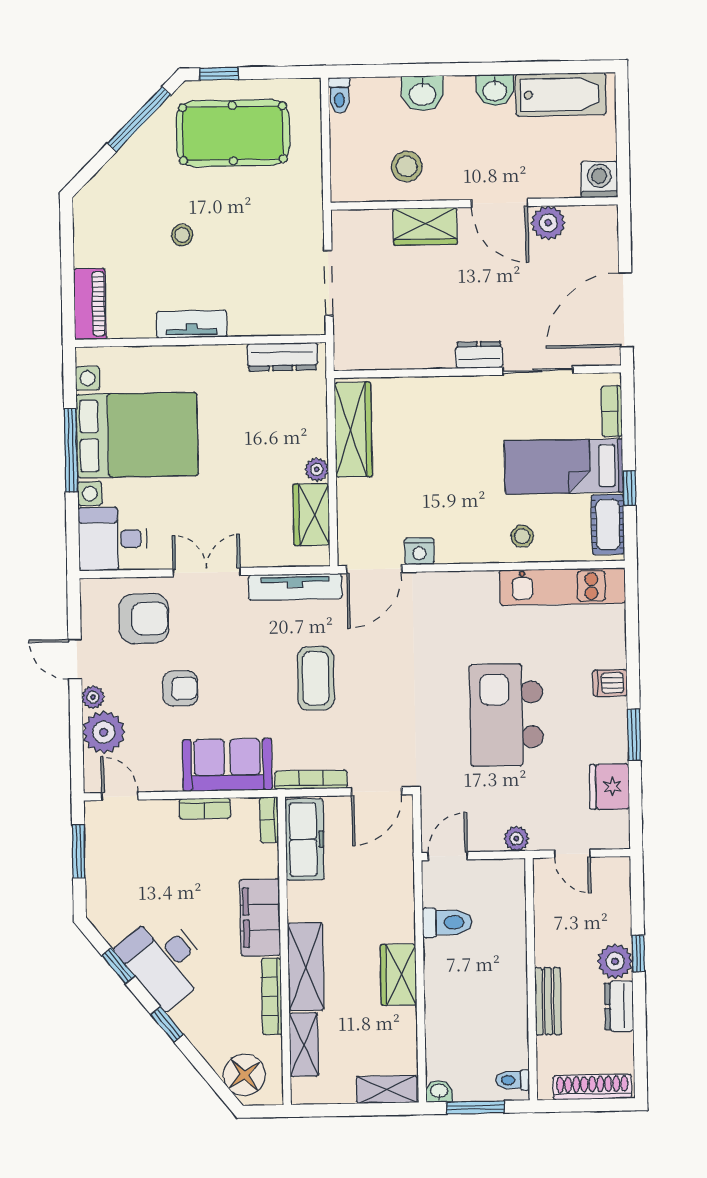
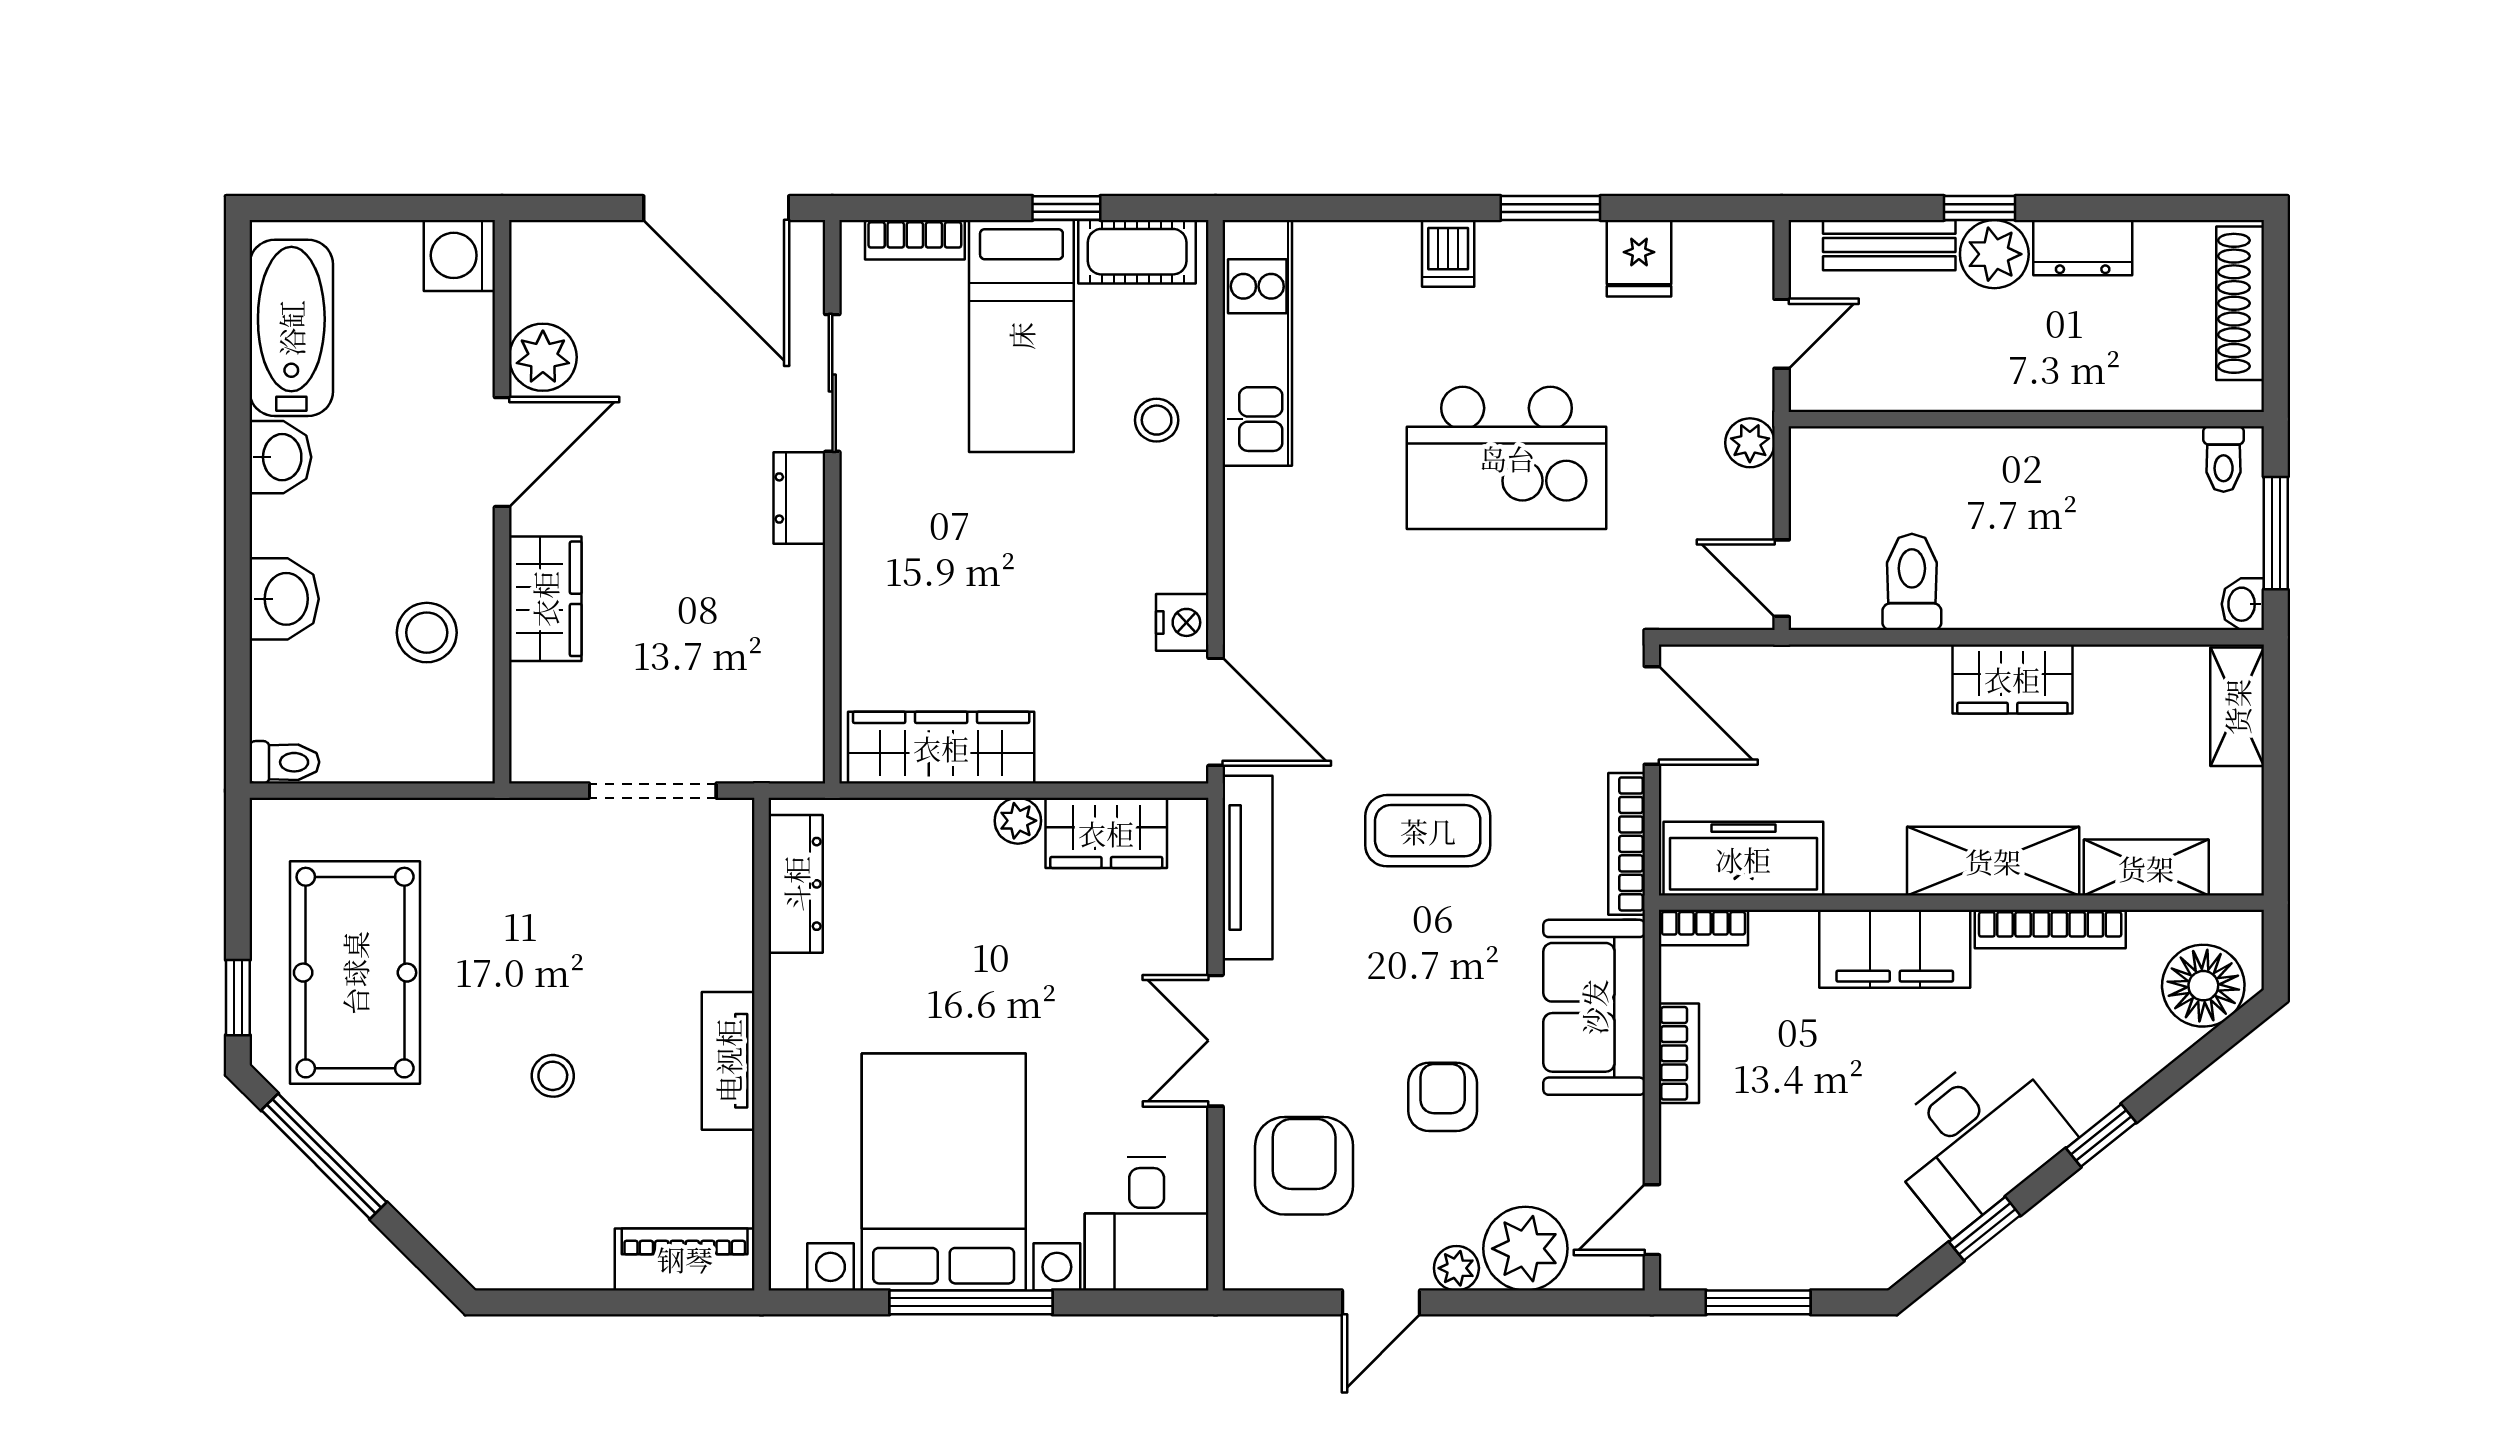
fridge: (609, 787) -> (1639, 258), width x0.72
bench: (548, 1001) -> (1889, 245), moved

